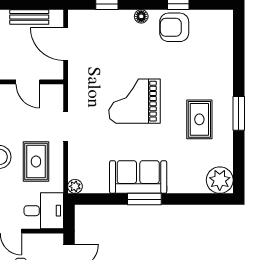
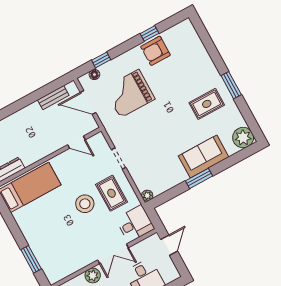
floor lamp: (141, 16) -> (94, 75), moved
grand piano: (134, 101) -> (130, 93), moved
rug: (199, 119) -> (207, 104), turned 90
sofa: (138, 177) -> (204, 156), moved

